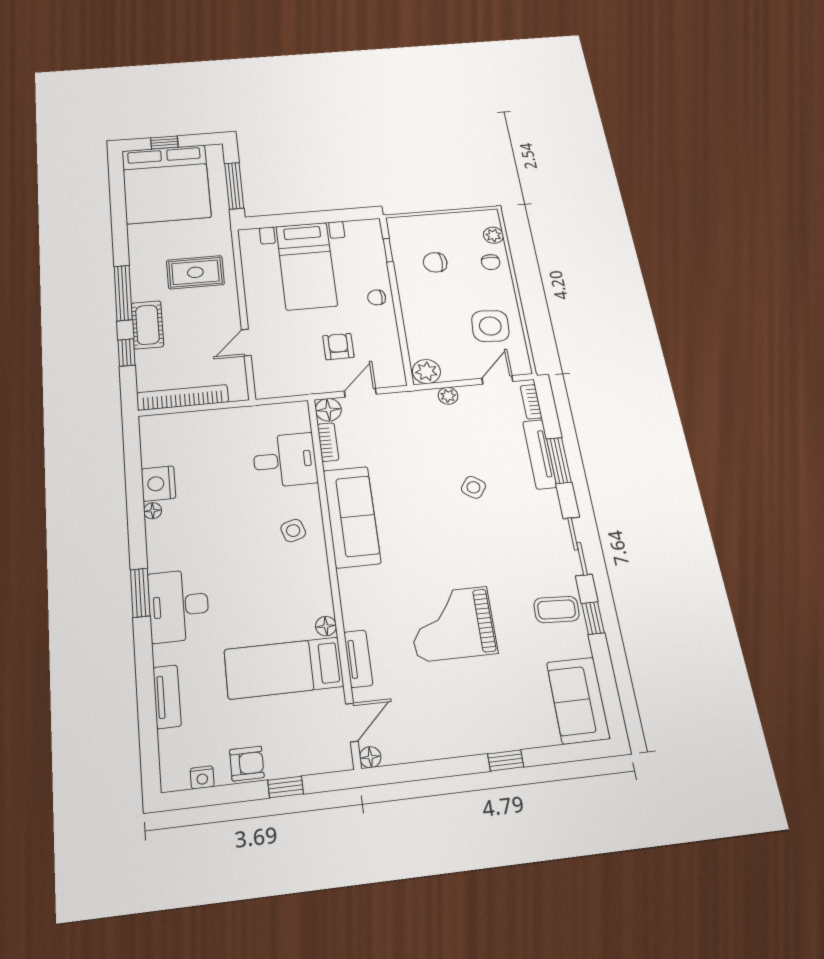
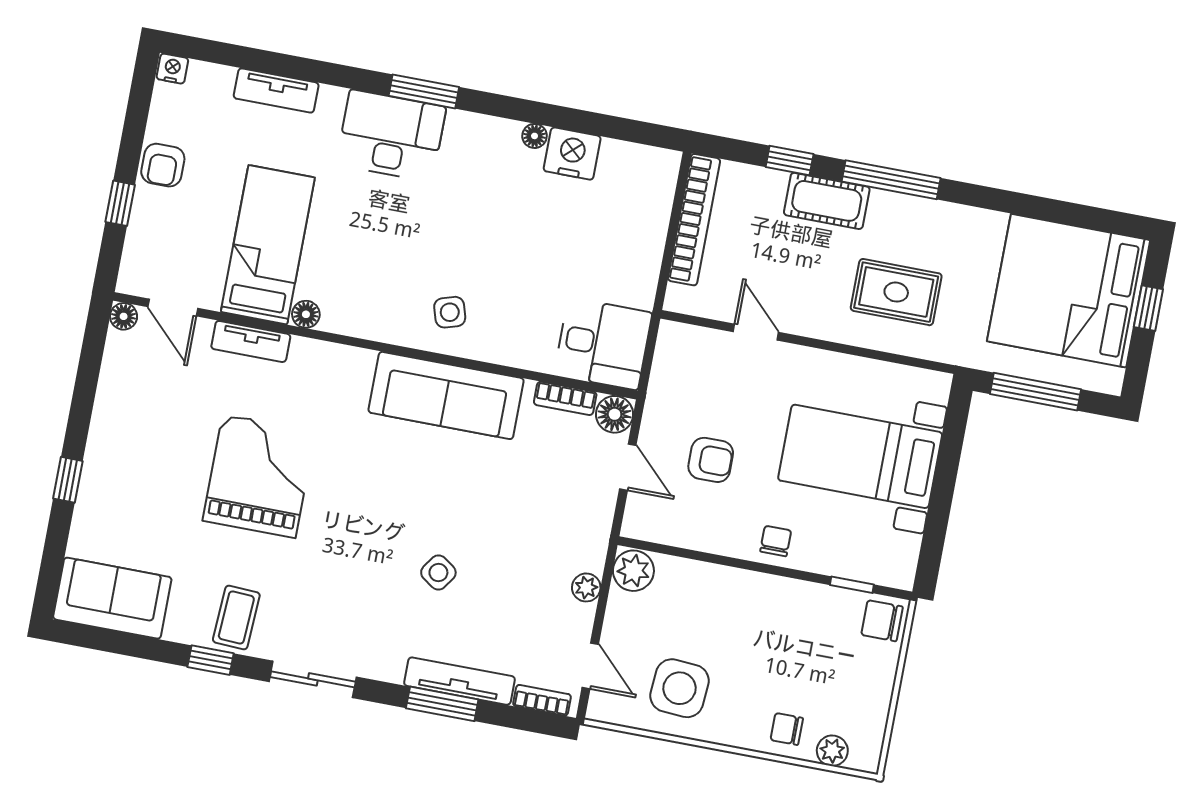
chair: (435, 262) -> (882, 621), moved, turned -90
rug: (195, 272) -> (896, 292), turned 90
desk: (285, 460) -> (603, 344), moved, turned -90
nightstand: (202, 777) -> (172, 69), moved, turned 90

